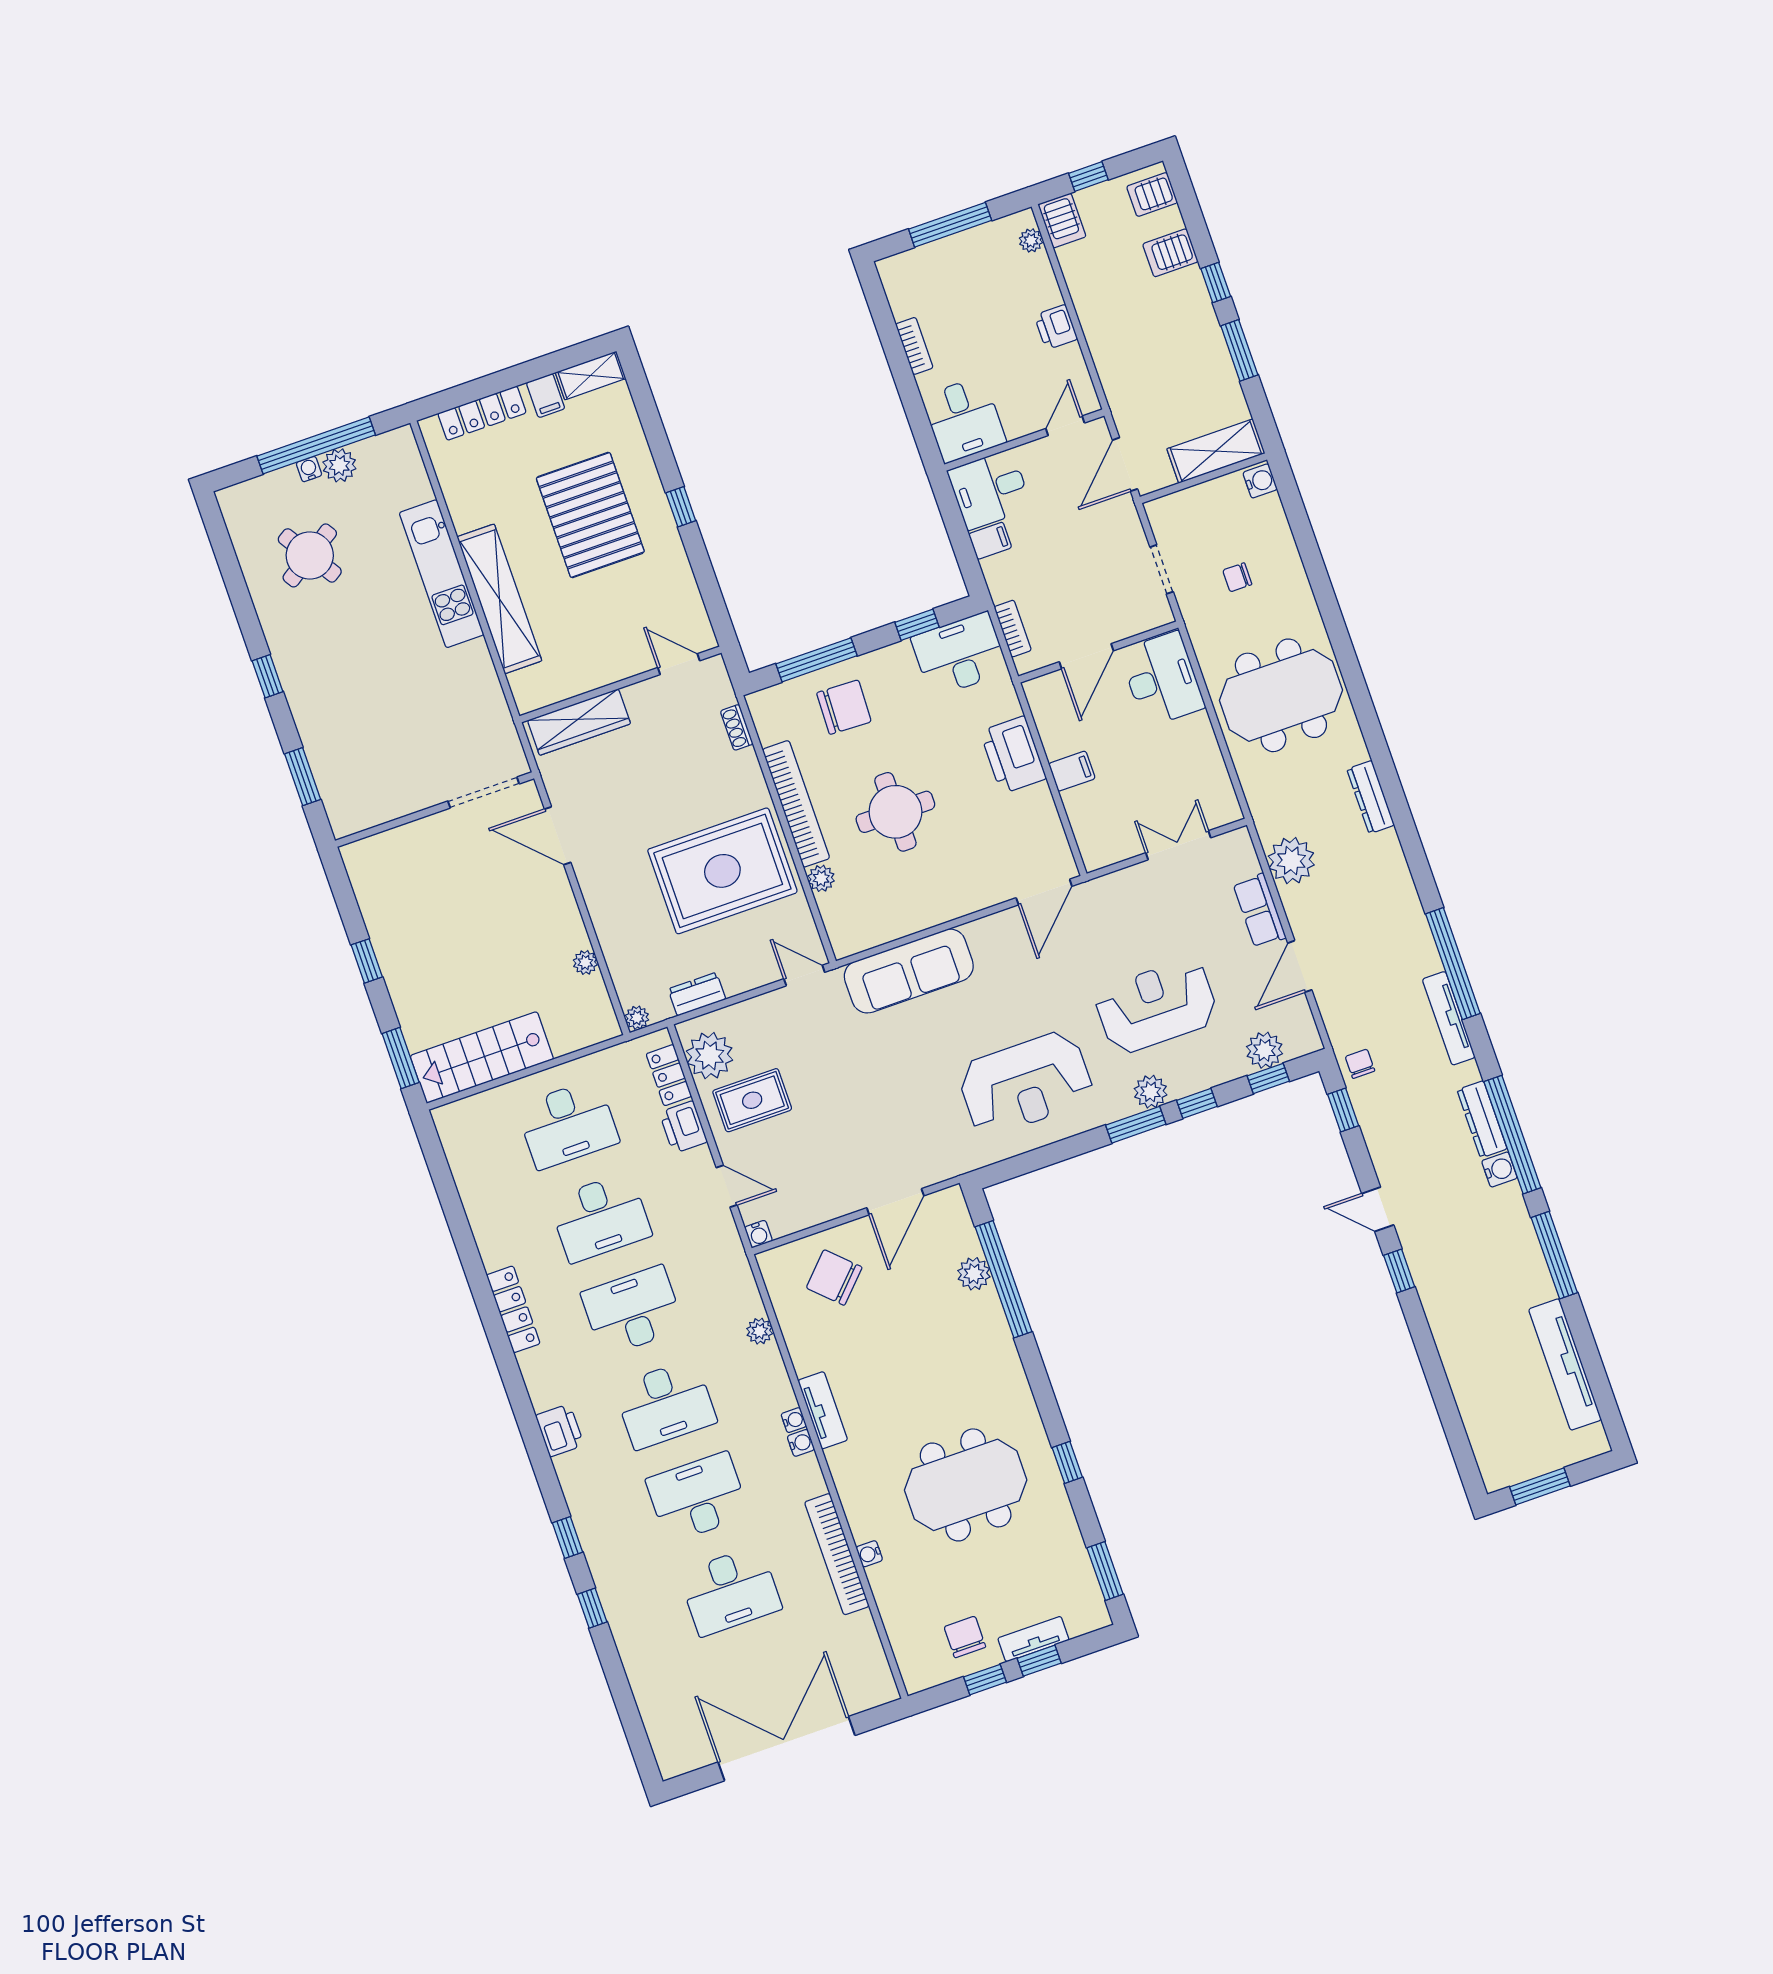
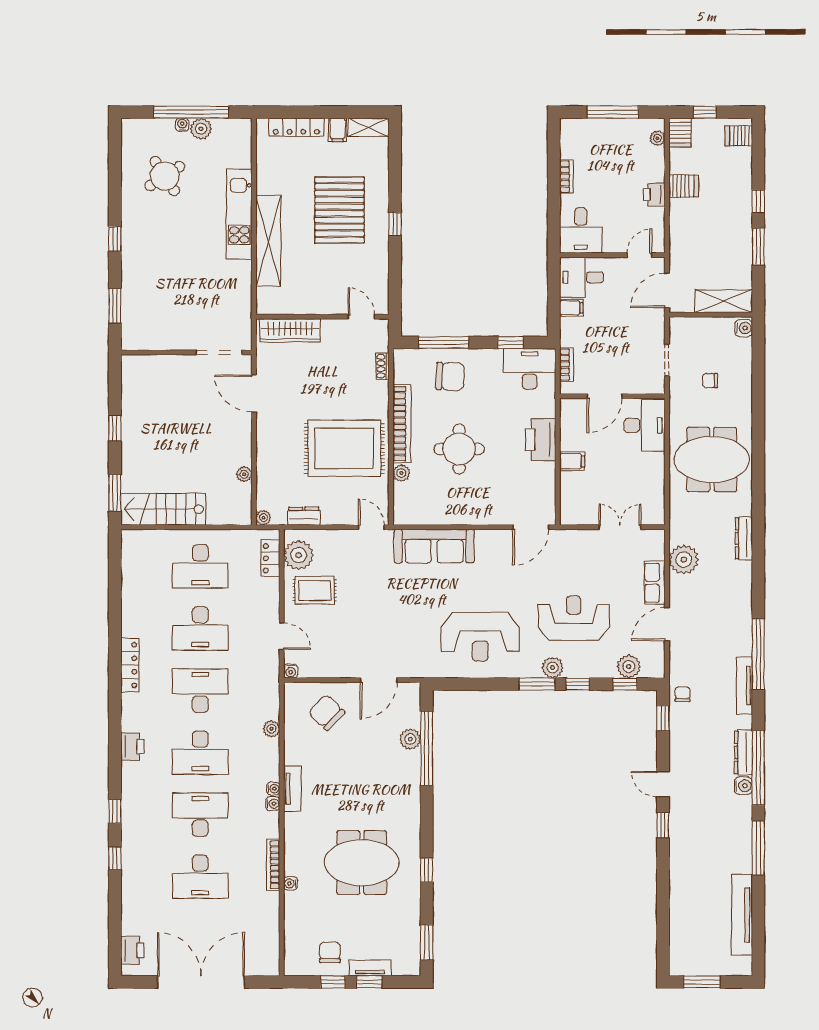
server rack: (1170, 253) -> (684, 186), moved, turned 180
printer: (683, 1127) -> (132, 950), moved, turned 180
bookcase: (837, 1554) -> (273, 865), width x0.68, depth x0.76

